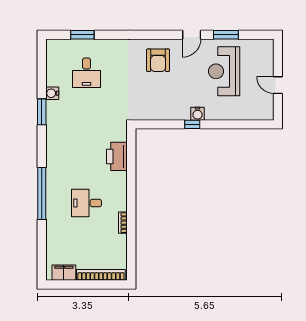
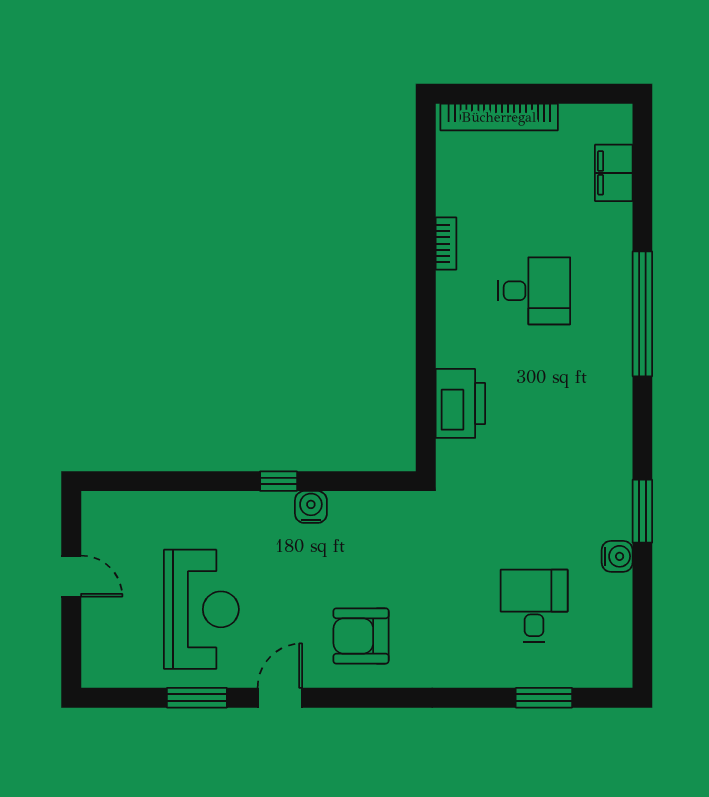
armchair: (158, 60) -> (361, 636), turned -90
water cooler: (198, 114) -> (311, 507), moved
filing cabinet: (64, 273) -> (614, 173), moved, turned 90

